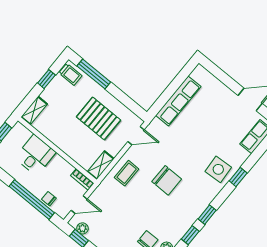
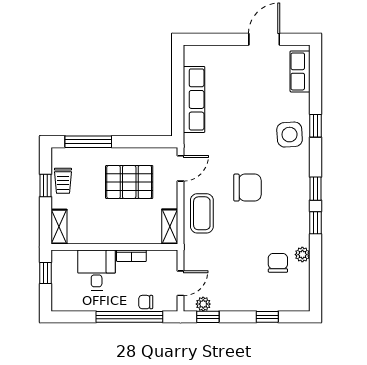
trolley: (70, 74) -> (63, 181), moved, turned 90
coffee table: (127, 173) -> (202, 213), width x1.36, depth x1.30
bookcase: (82, 179) -> (131, 256), moved

